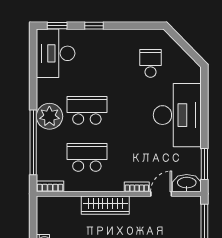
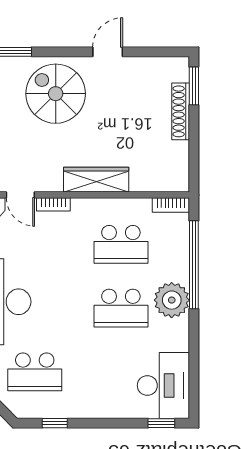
window: (94, 26) -> (55, 423), moved
school desk: (151, 63) -> (35, 372), width x1.85
door: (161, 194) -> (20, 195), hinge flipped

